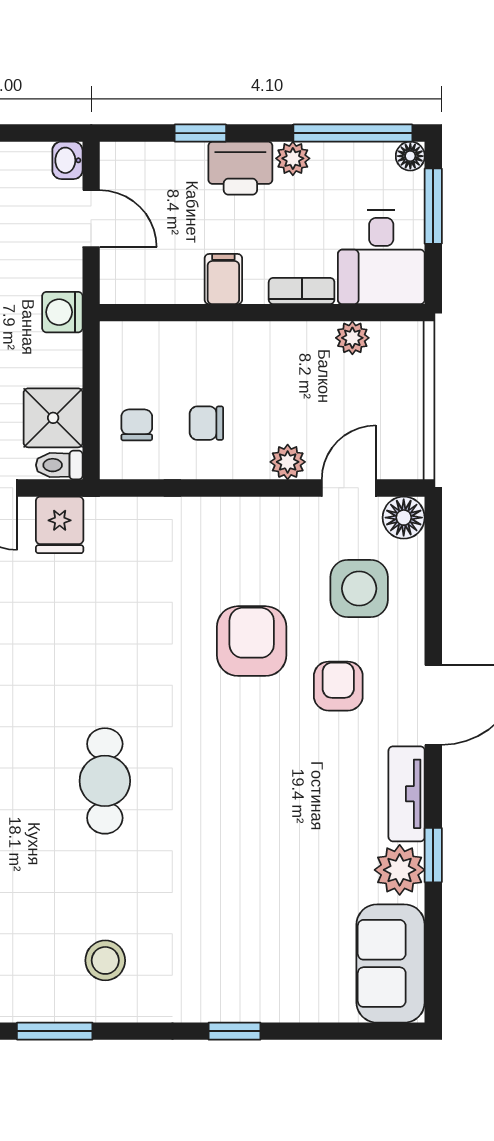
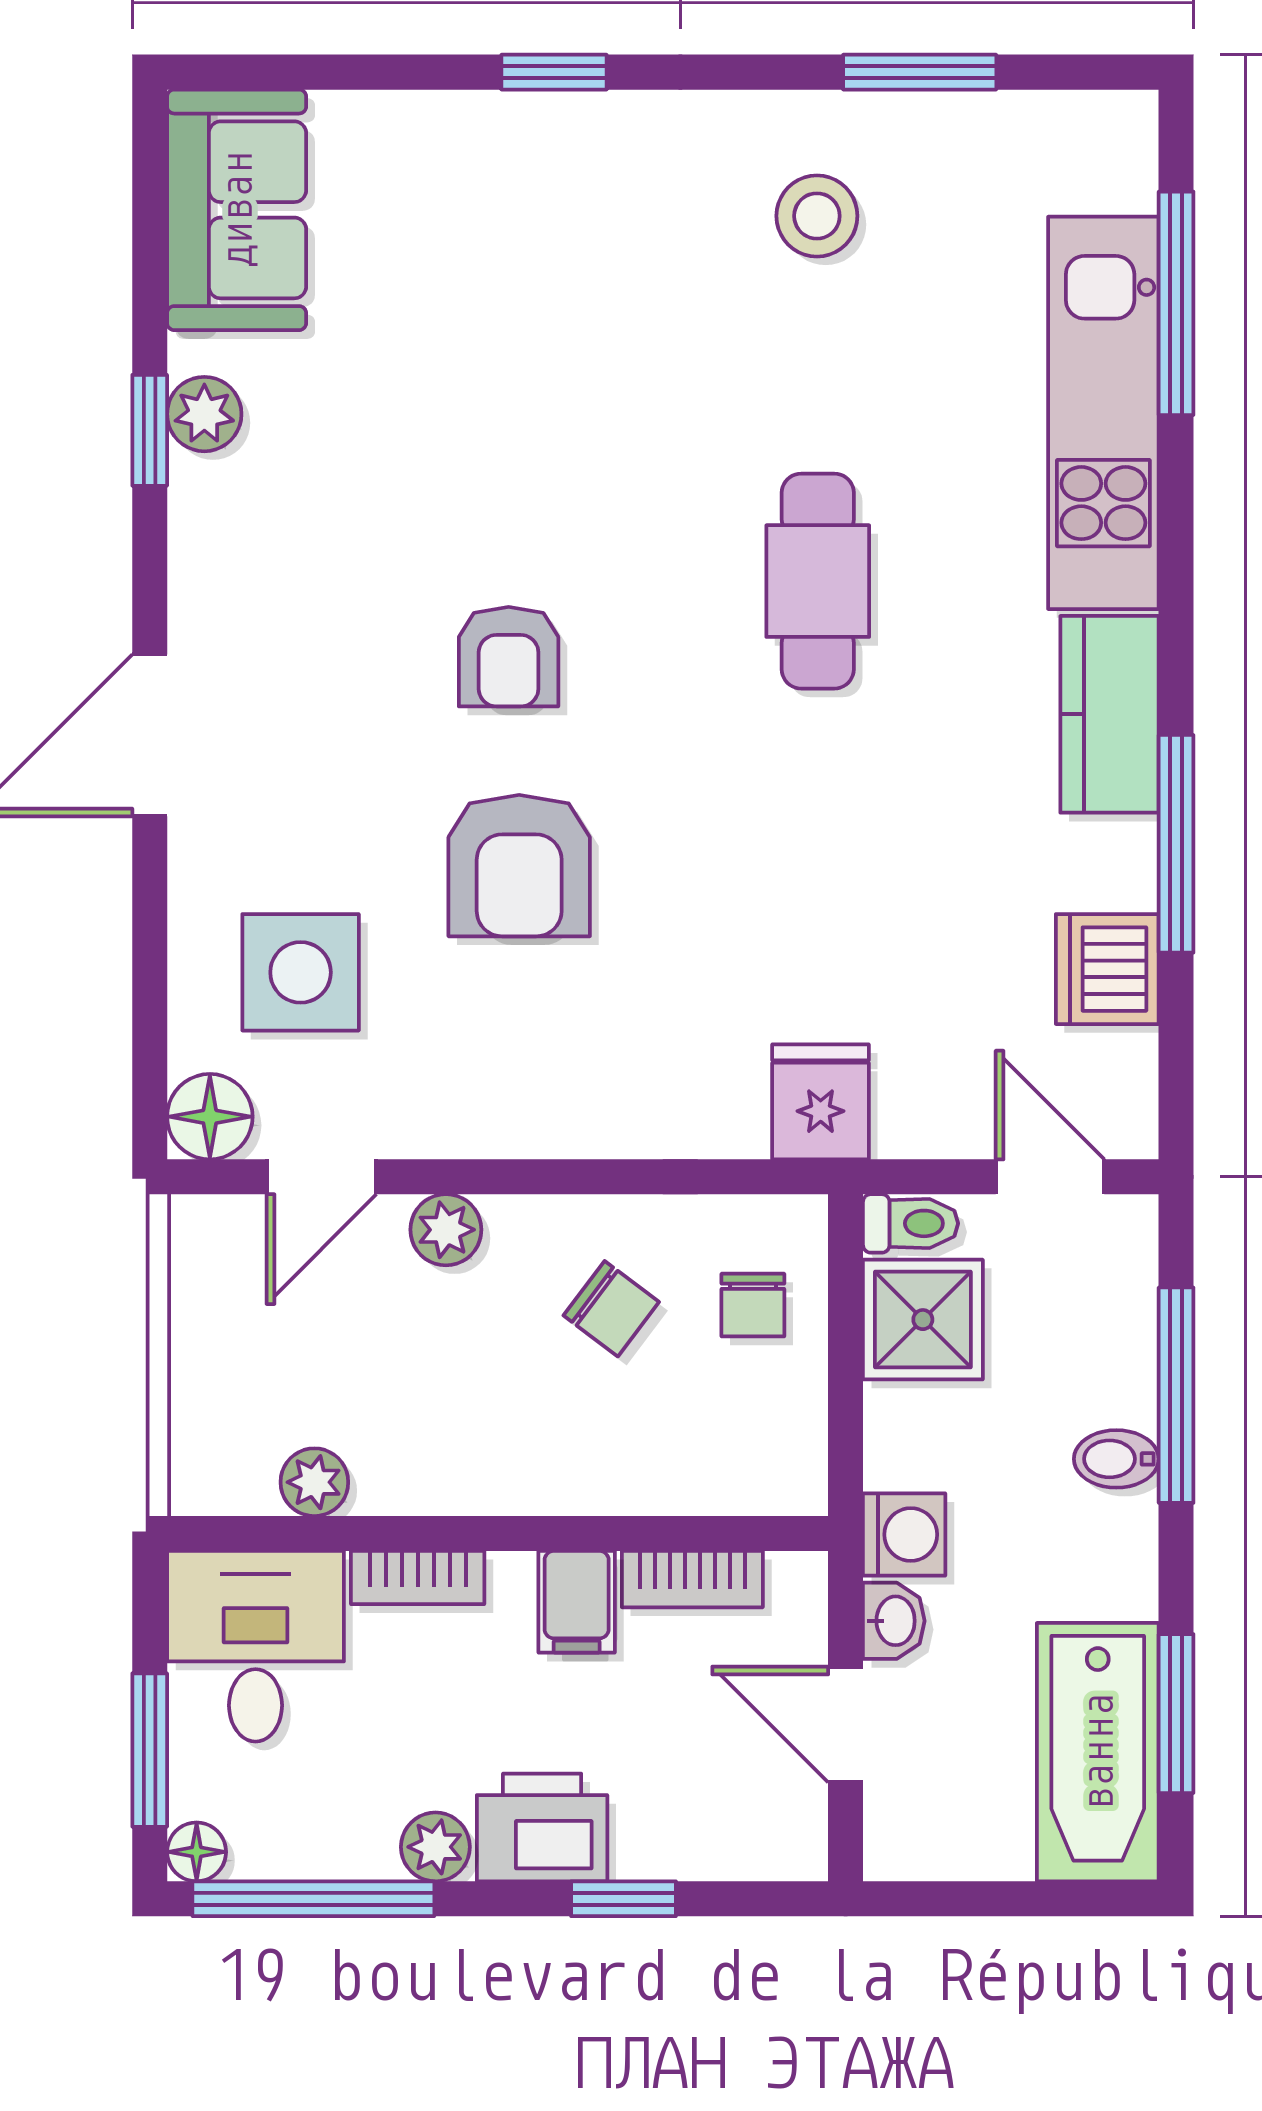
washbasin: (67, 160) -> (894, 1621), moved
bookcase: (166, 290) -> (692, 1579), added
chair: (206, 423) -> (611, 1309), turned 37
fridge: (60, 525) -> (821, 1102), moved
armchair: (338, 686) -> (509, 657), moved
tv unit: (407, 794) -> (204, 555), removed
plant: (400, 870) -> (204, 414), width x0.73, depth x0.73

